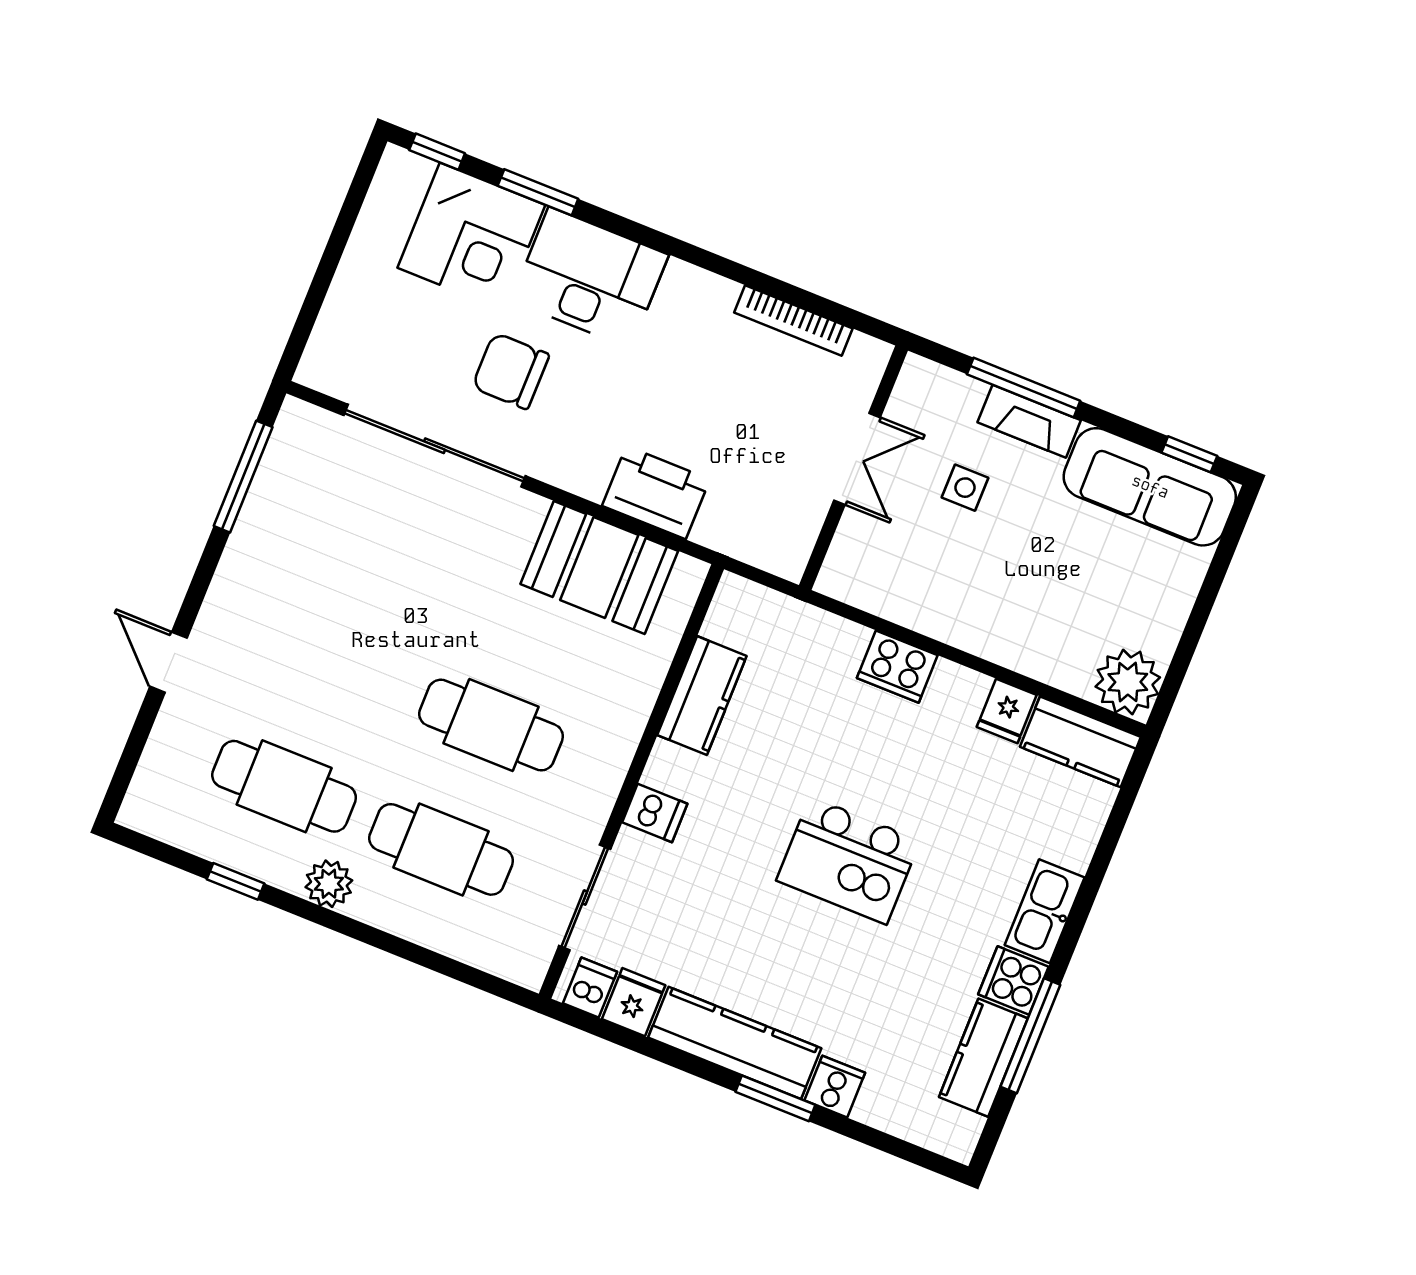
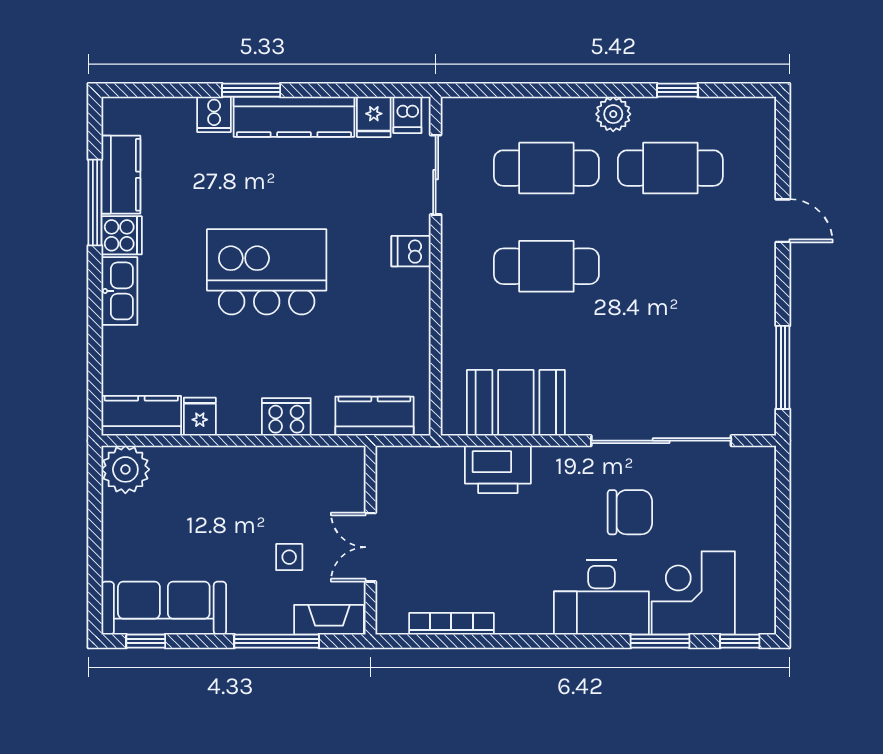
fireplace: (1029, 421) -> (329, 620), moved
kitchen counter: (702, 696) -> (374, 416), moved, turned 90
kitchen island: (848, 860) -> (267, 272), width x1.37, depth x1.28

